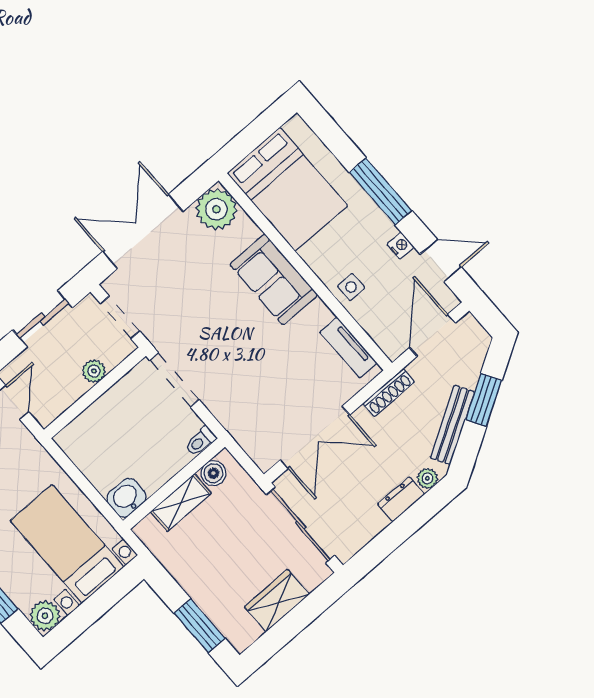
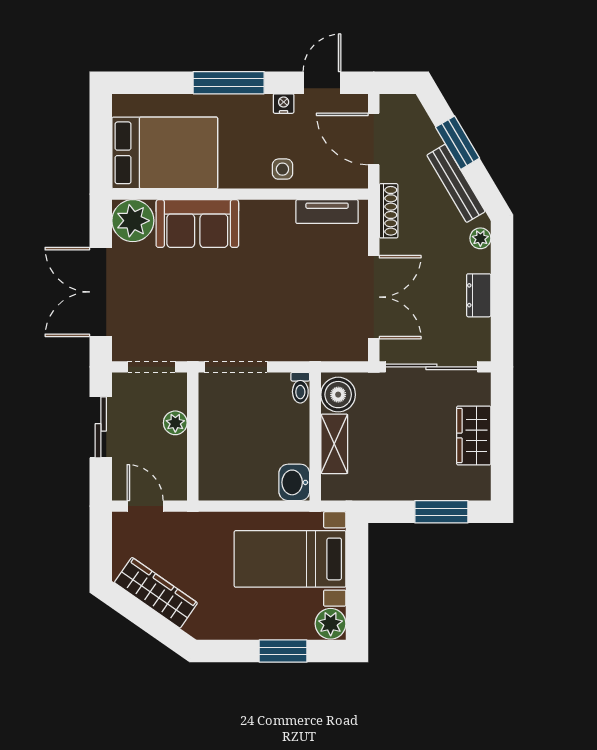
sofa: (274, 280) -> (197, 224), moved
boiler: (213, 473) -> (338, 395), width x1.36, depth x1.36
dresser: (401, 499) -> (479, 295), moved

